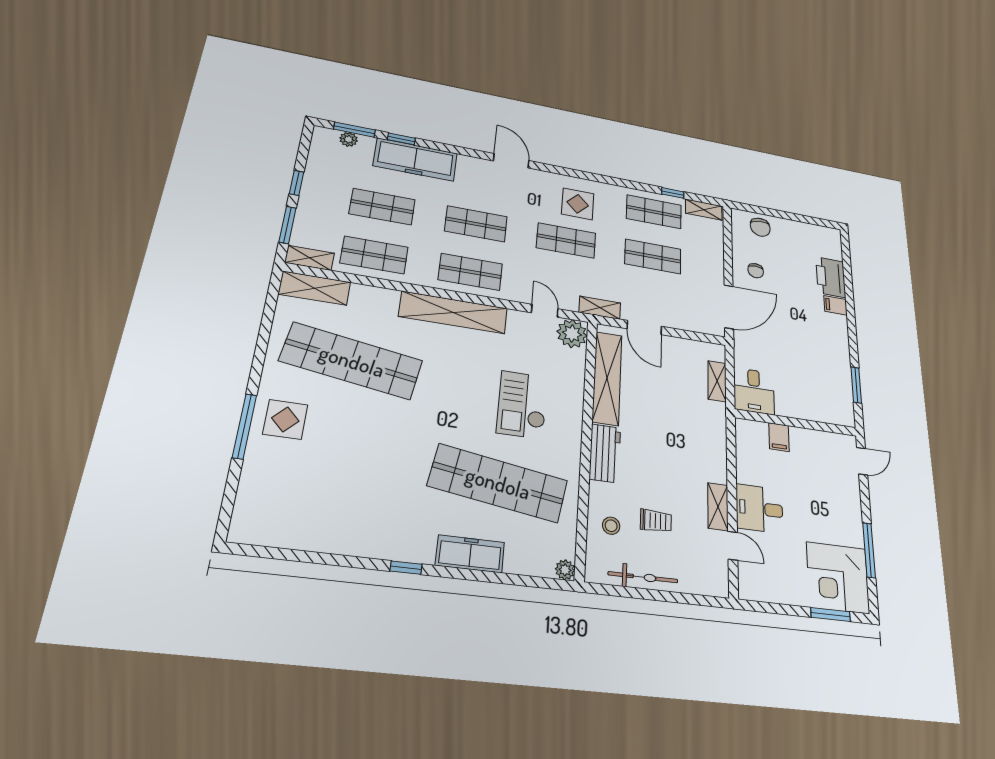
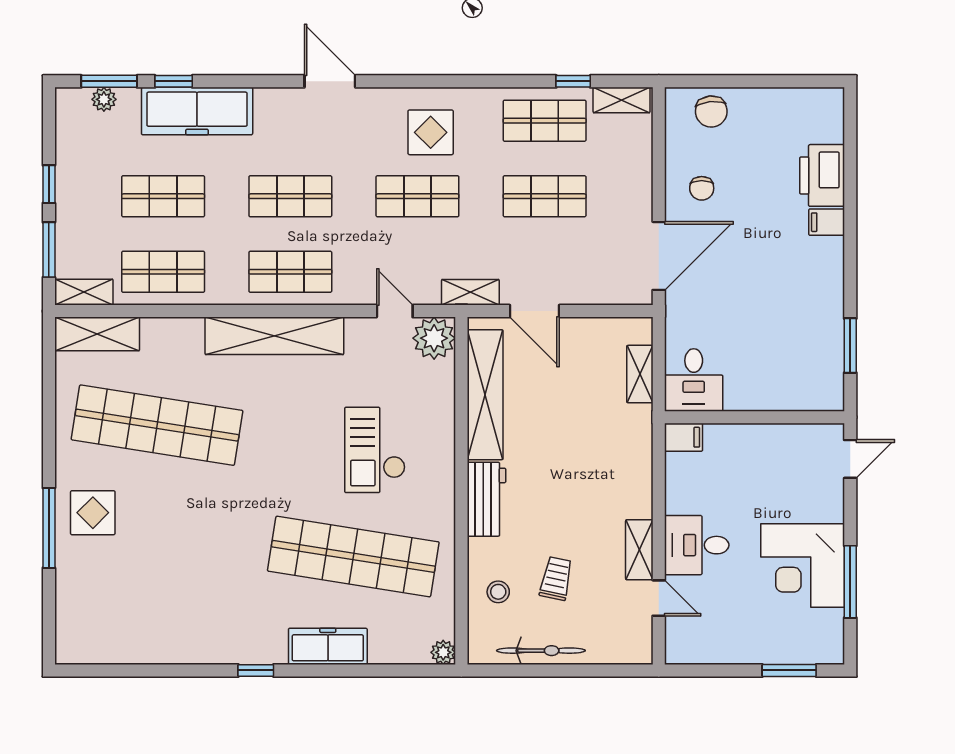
filing cabinet: (779, 437) -> (684, 437), moved, turned -90
trolley: (656, 521) -> (556, 578), turned -78
corner desk: (838, 578) -> (803, 565), moved

